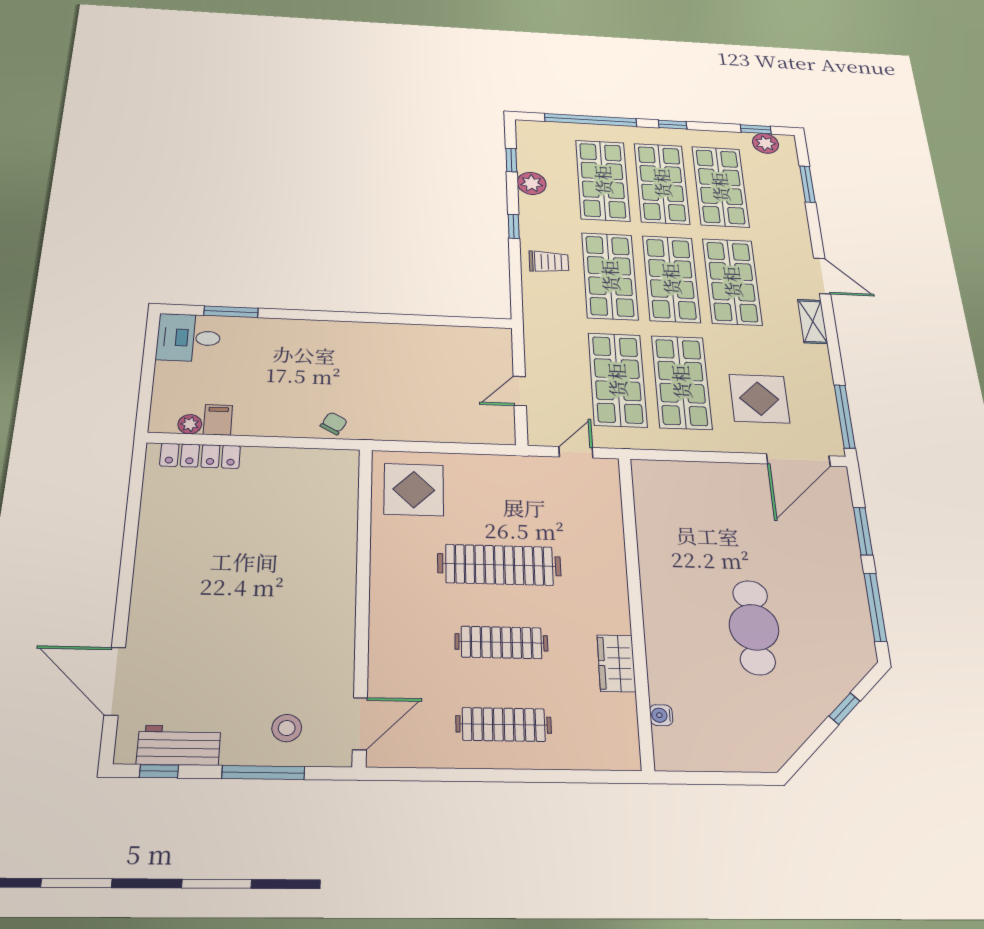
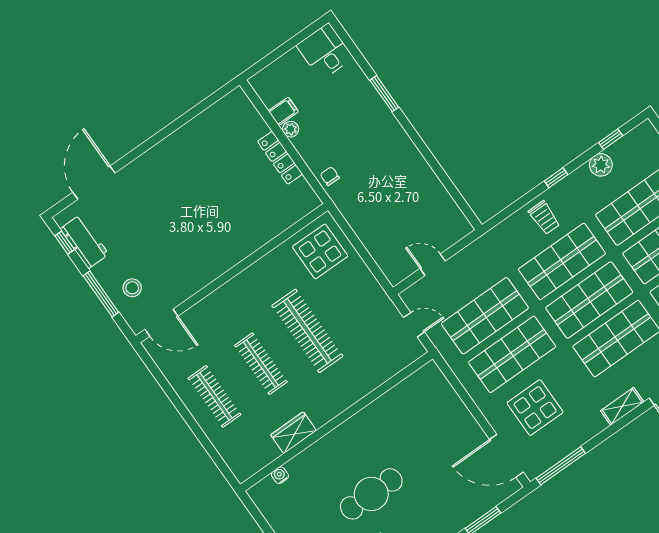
window: (231, 312) -> (384, 94), moved
chair: (334, 423) -> (330, 176), turned -120
plant: (190, 424) -> (291, 129), moved
locker: (200, 456) -> (280, 158), moved

